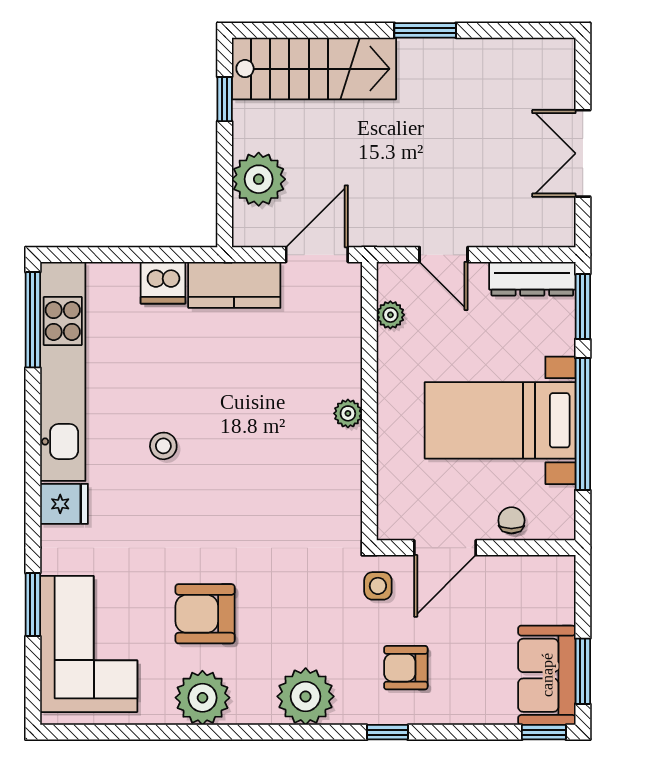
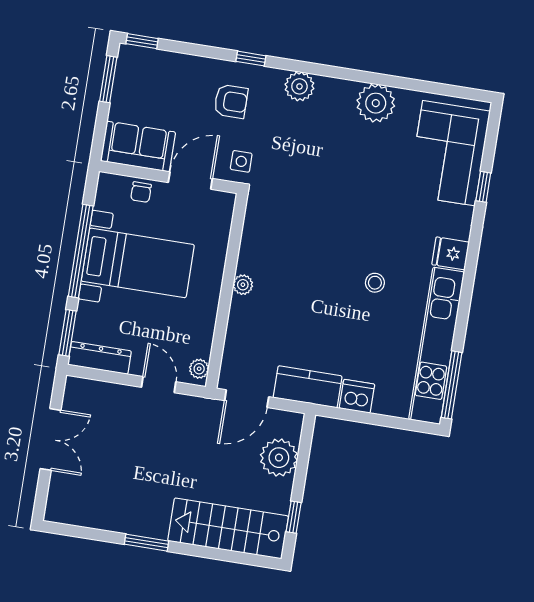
plant: (390, 315) -> (199, 369), moved
window: (33, 605) -> (483, 187), width x0.67
armchair: (205, 614) -> (365, 161), removed
sofa: (547, 675) -> (138, 146), moved, turned -90
plant: (306, 696) -> (299, 86), width x0.73, depth x0.73

